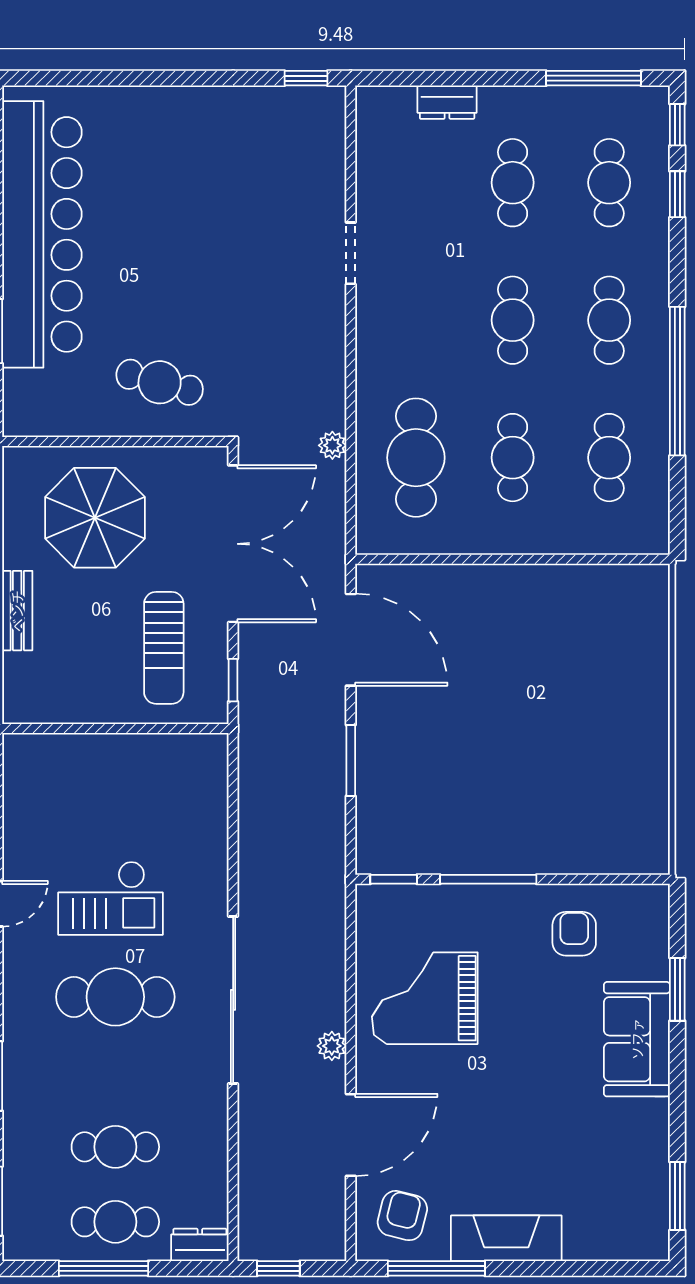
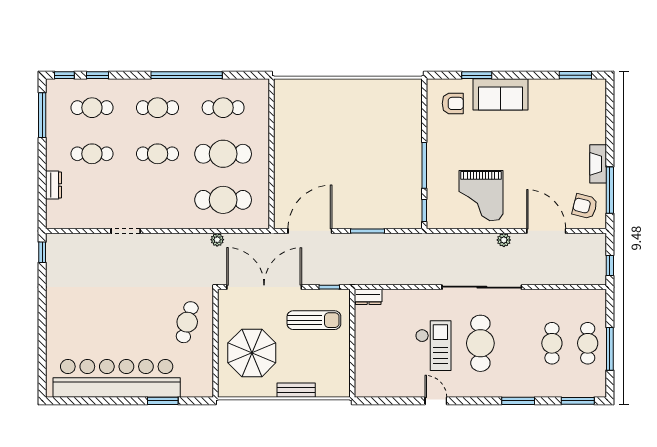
cafe table: (513, 458) -> (223, 154), width x1.37, depth x1.35
armchair: (574, 934) -> (453, 103), moved, turned 180
fireplace: (506, 1238) -> (598, 164), width x0.73, depth x0.76
dresser: (200, 1245) -> (368, 297), moved, turned -90

